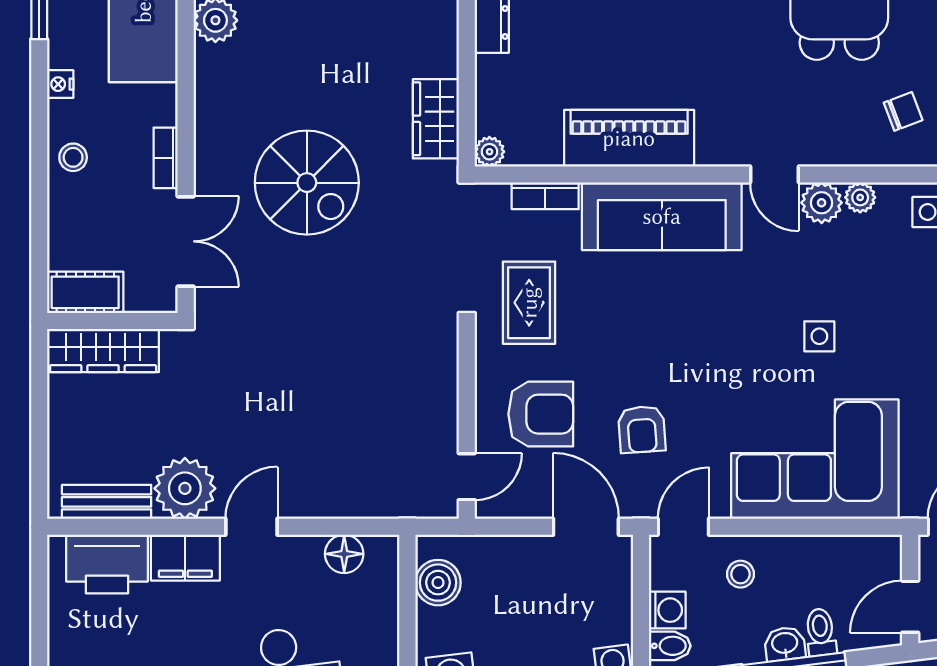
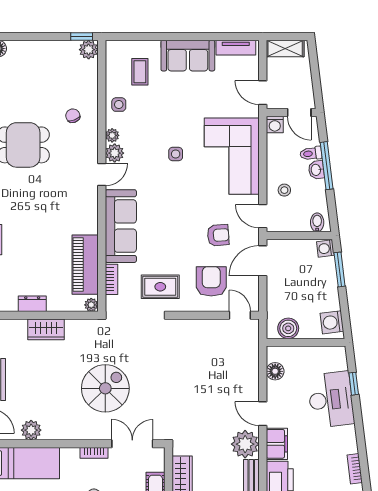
wardrobe: (436, 119) -> (46, 329), moved
piano: (629, 138) -> (85, 265), moved
washing machine: (667, 610) -> (275, 125), moved, turned 180

